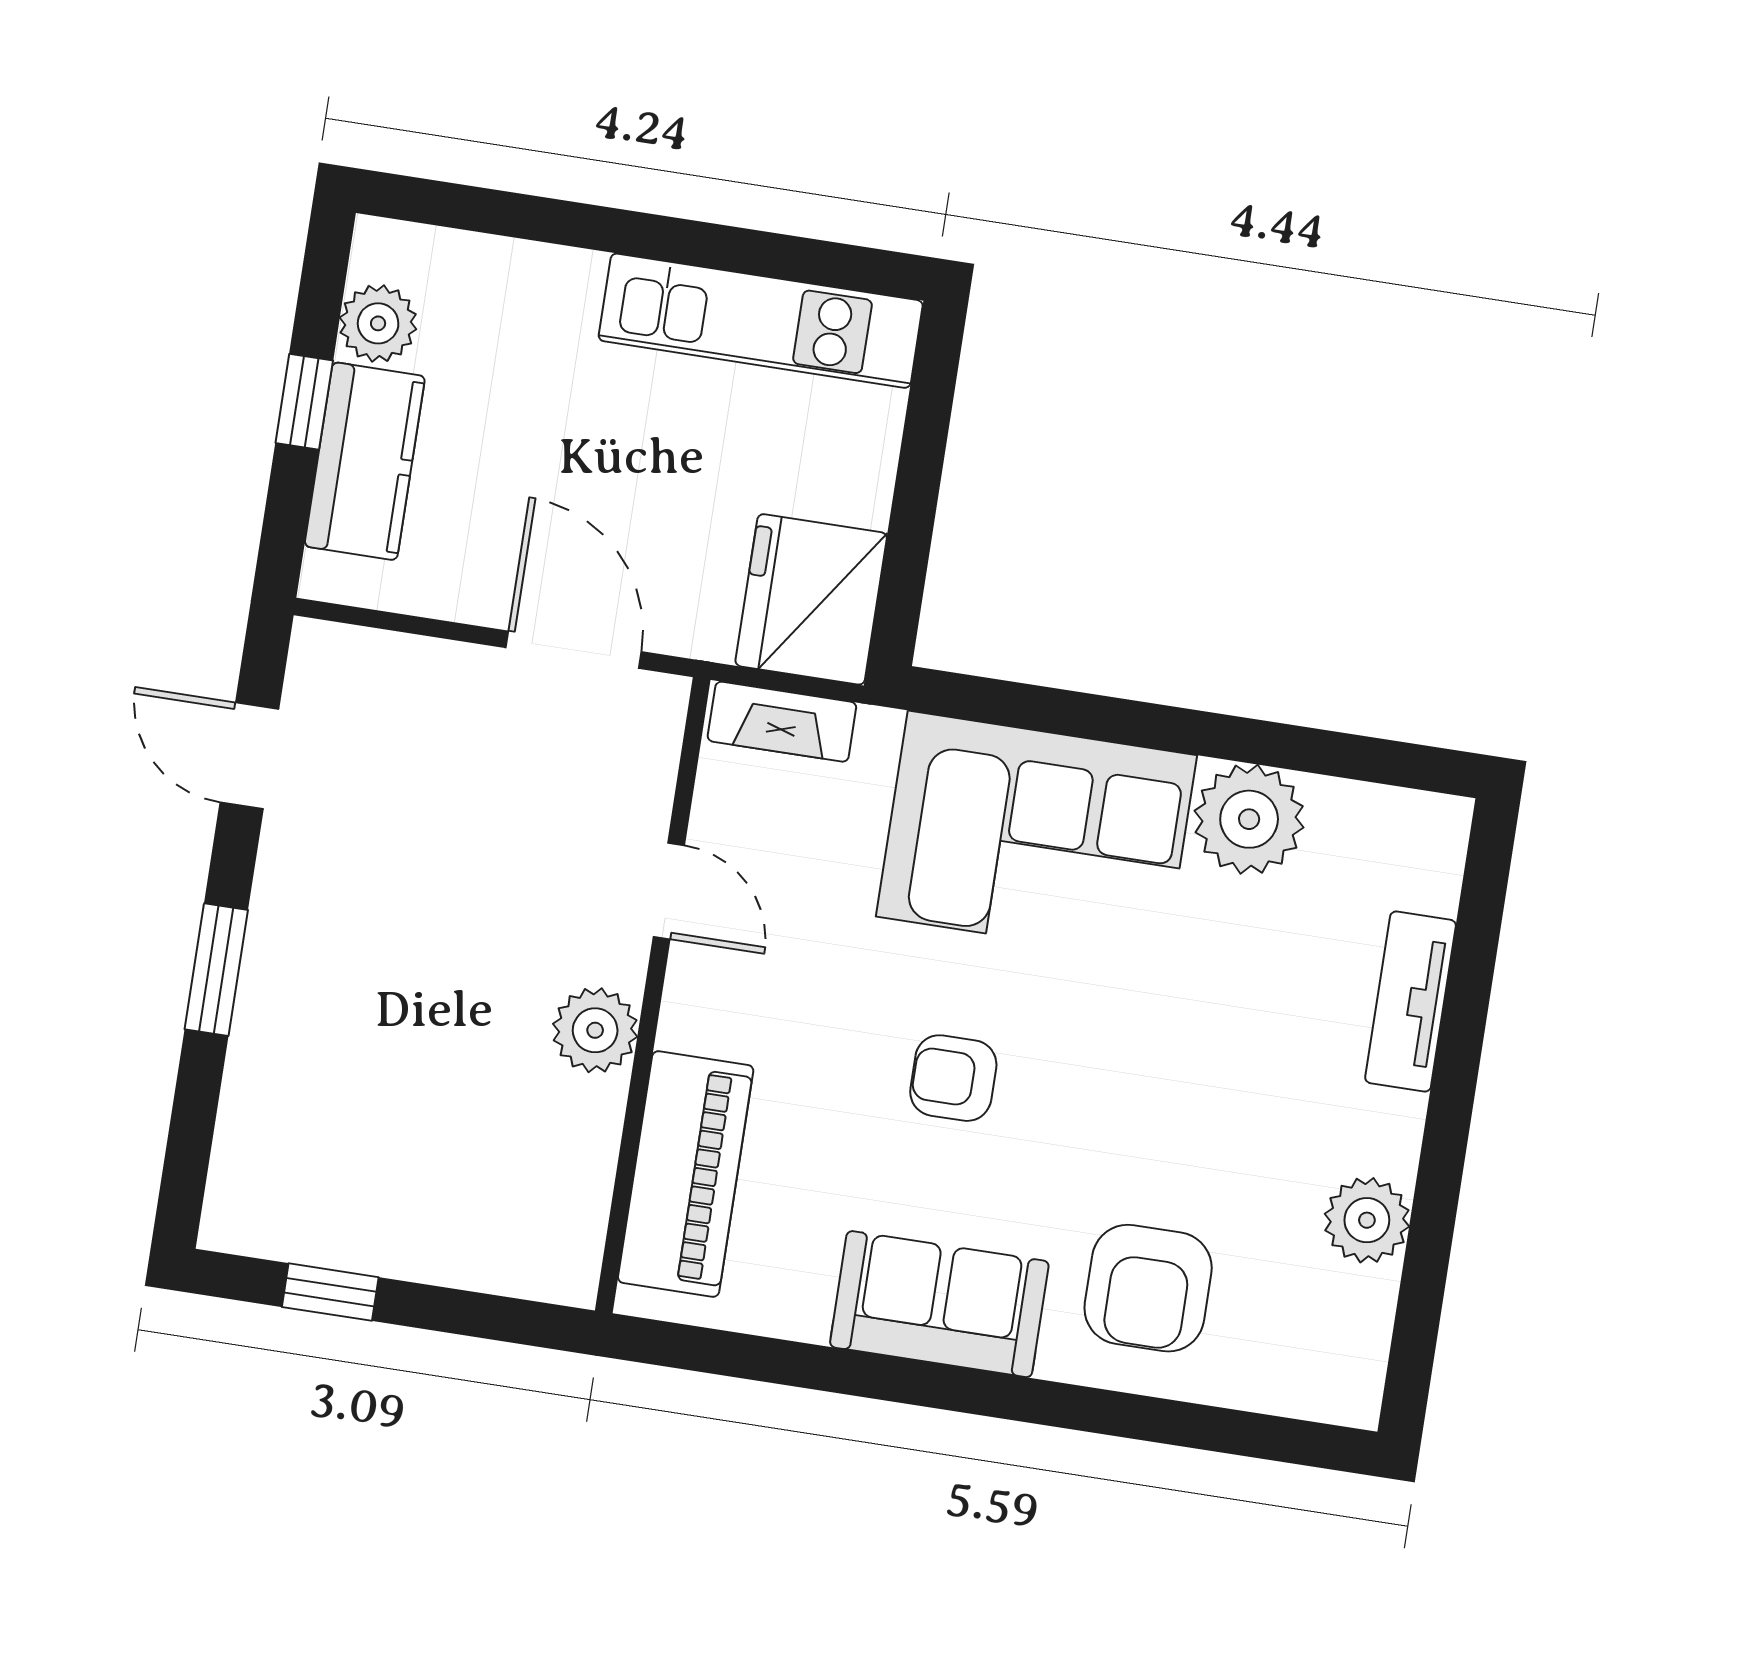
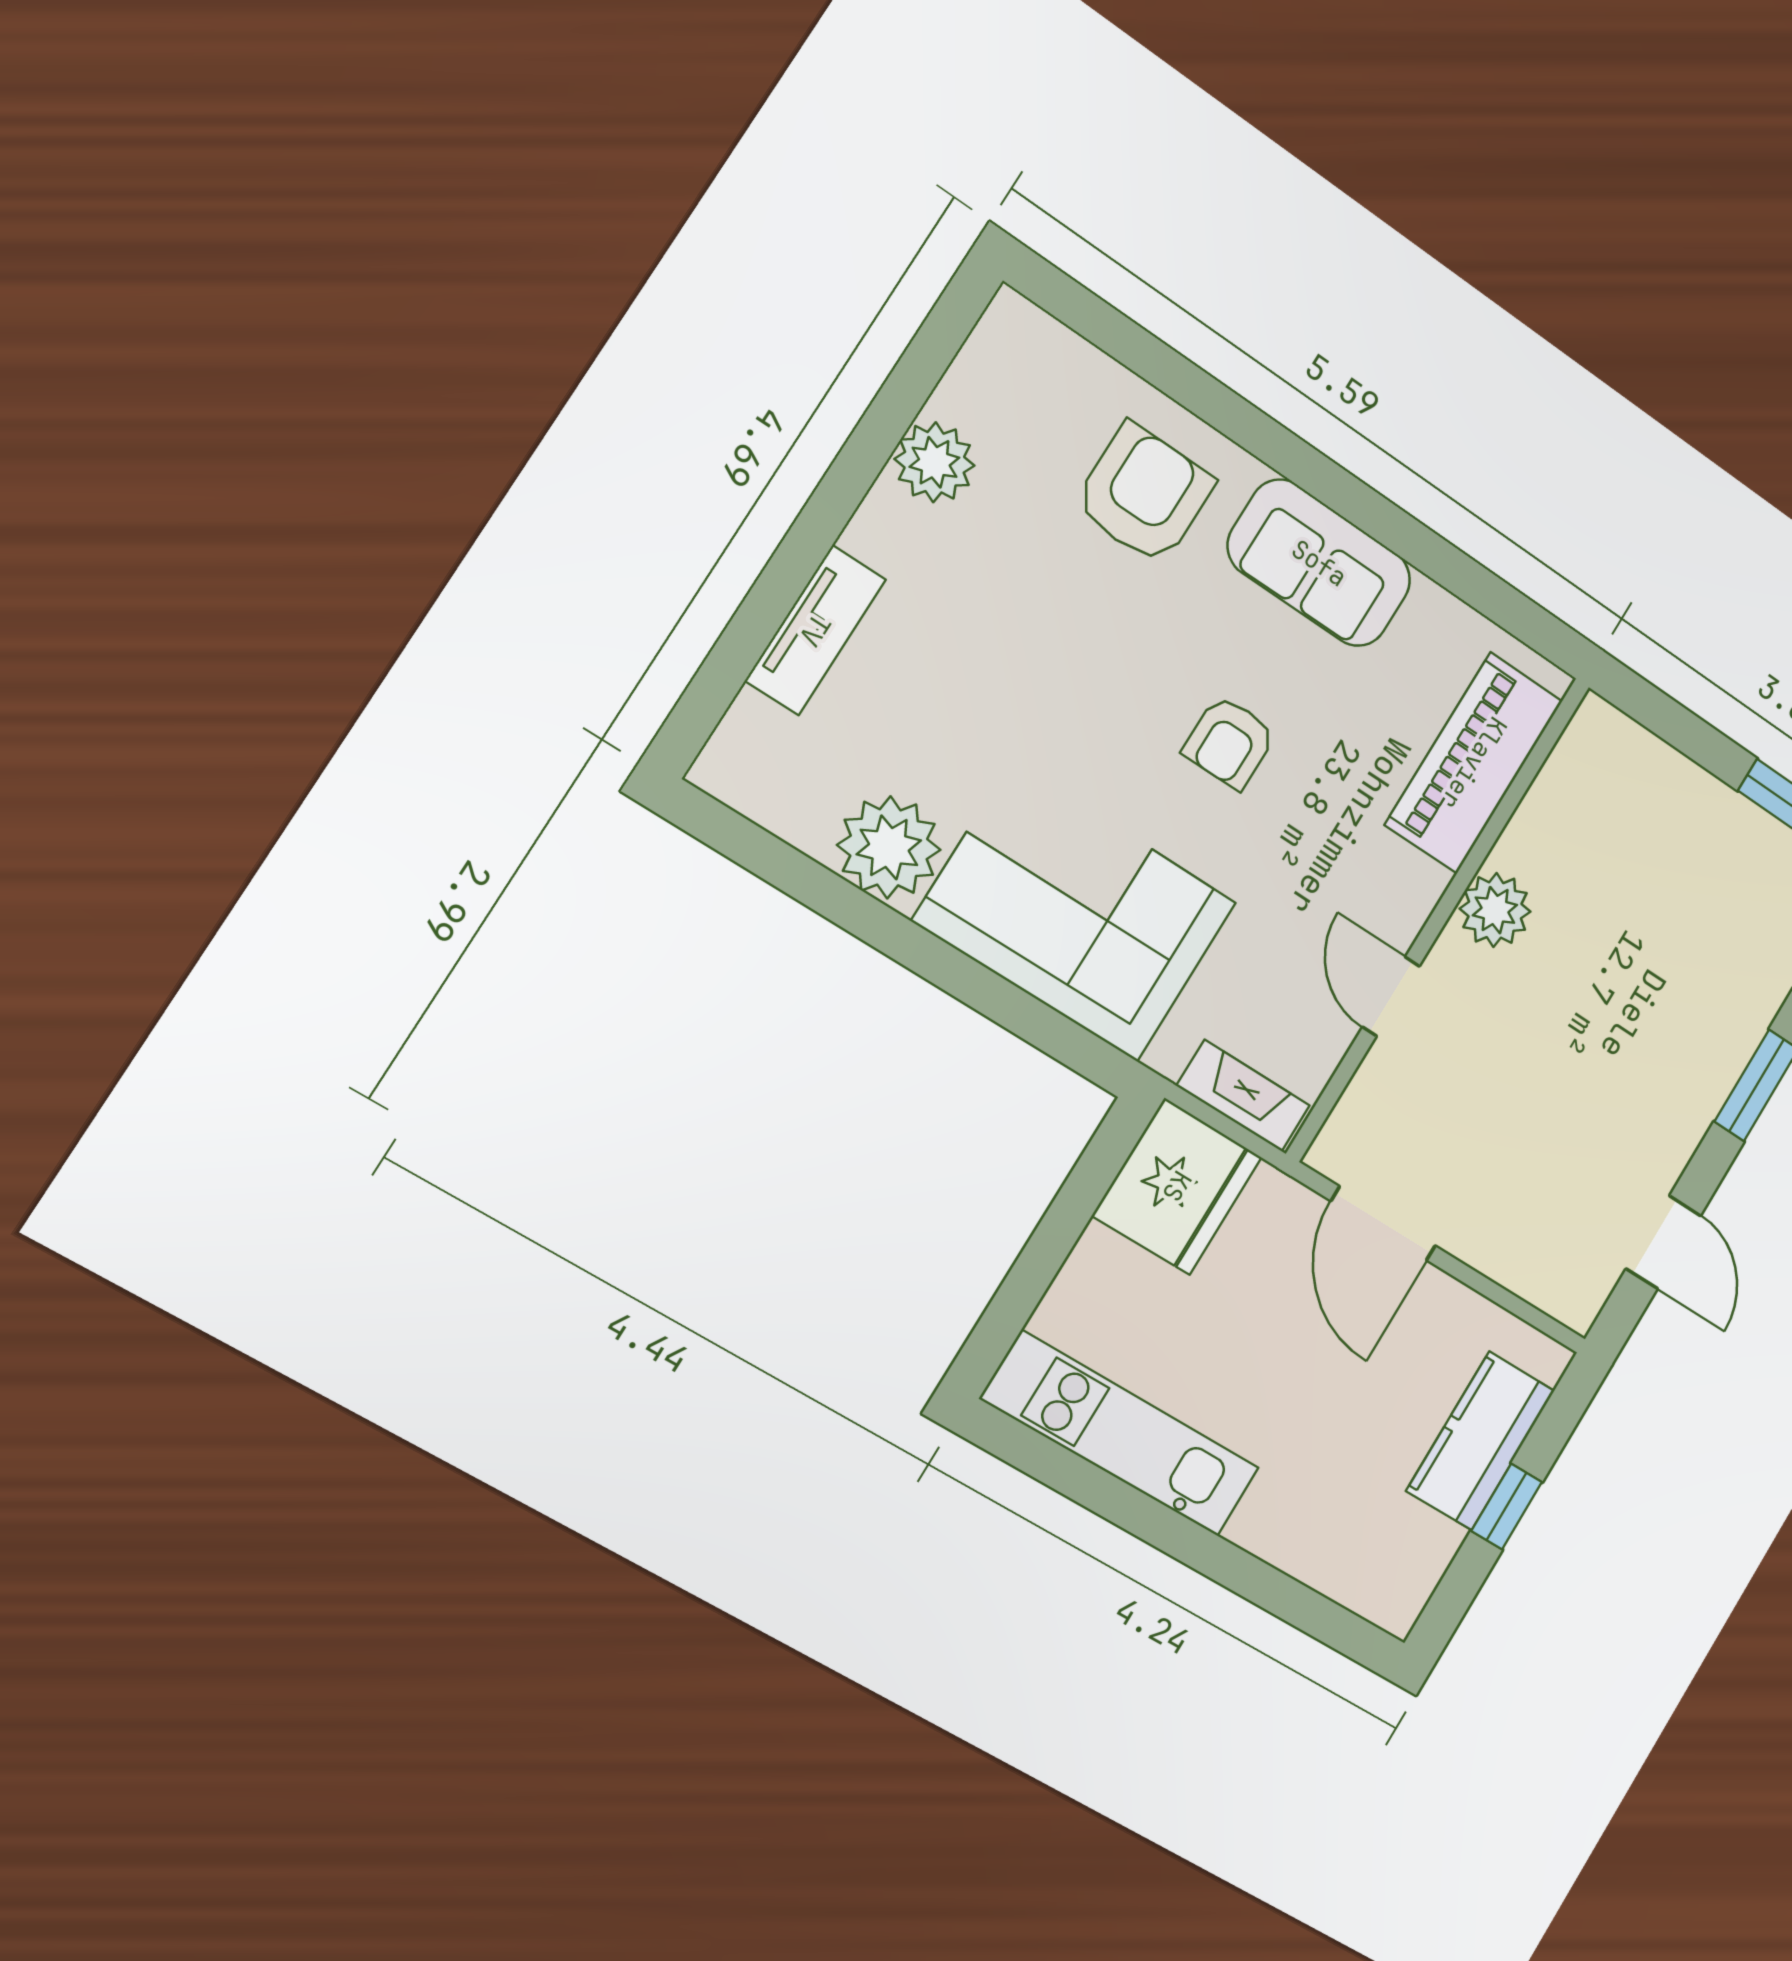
plant: (378, 323) -> (1424, 1548), removed
armchair: (953, 1078) -> (1229, 742), turned 90

